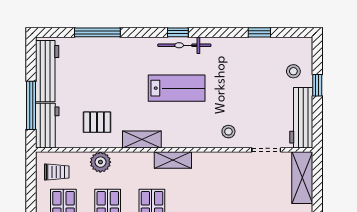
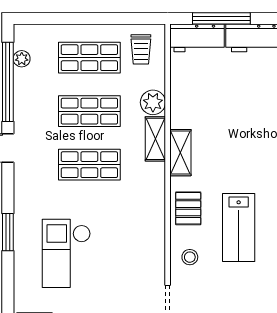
lab bench: (177, 88) -> (239, 228), moved
pallet: (97, 122) -> (188, 208), moved
shelving: (173, 160) -> (155, 139), moved

